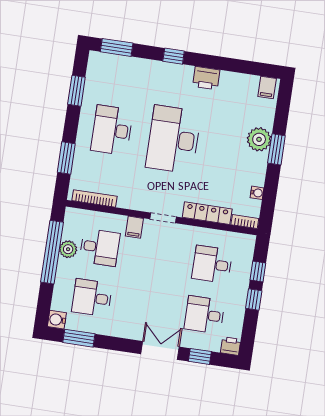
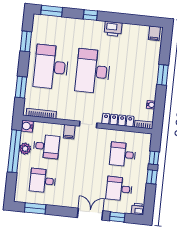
desk: (112, 130) -> (51, 67), width x1.36, depth x1.30
plant: (259, 139) -> (151, 69), removed
water cooler: (57, 320) -> (27, 126), moved

